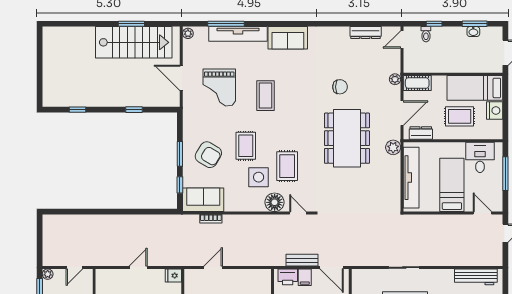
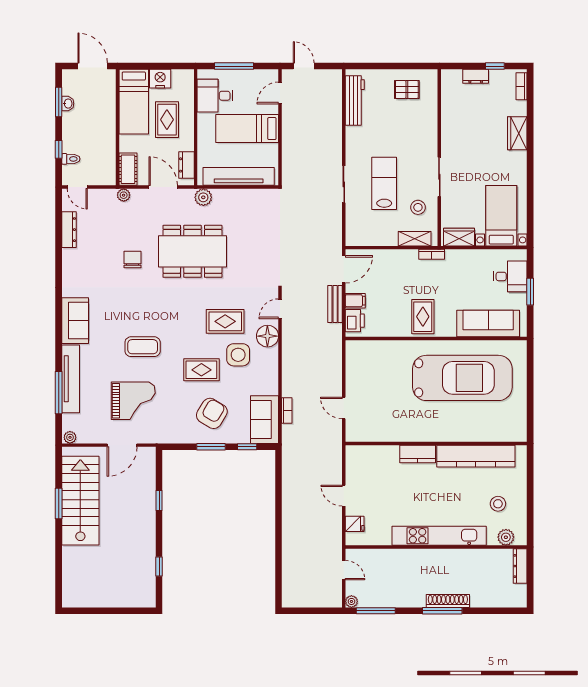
fridge: (173, 276) -> (355, 524), moved, turned -90

